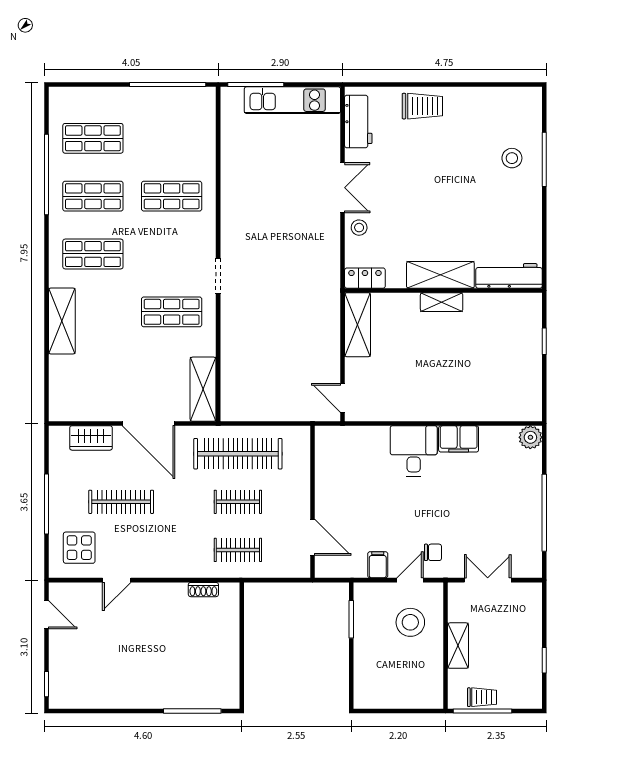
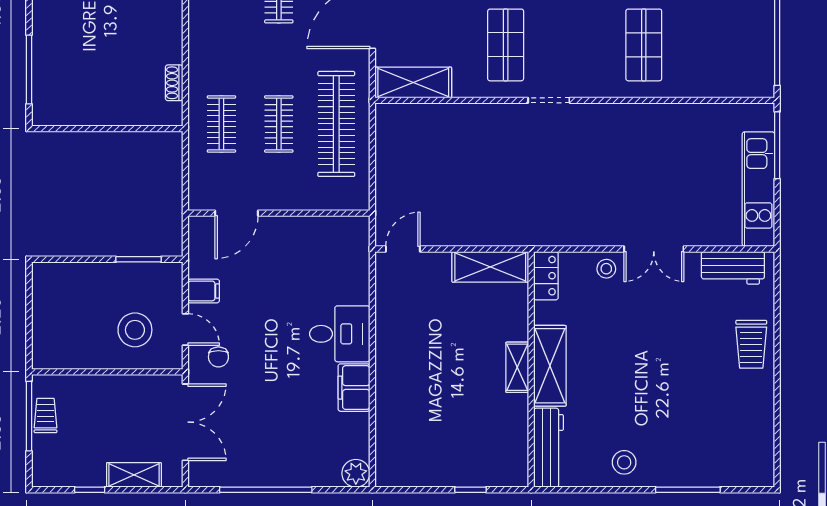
stool: (512, 158) -> (624, 462), moved
double door: (488, 580) -> (185, 422), width x1.37
shelving: (458, 646) -> (134, 475), moved
trolley: (482, 697) -> (46, 416), turned 180

